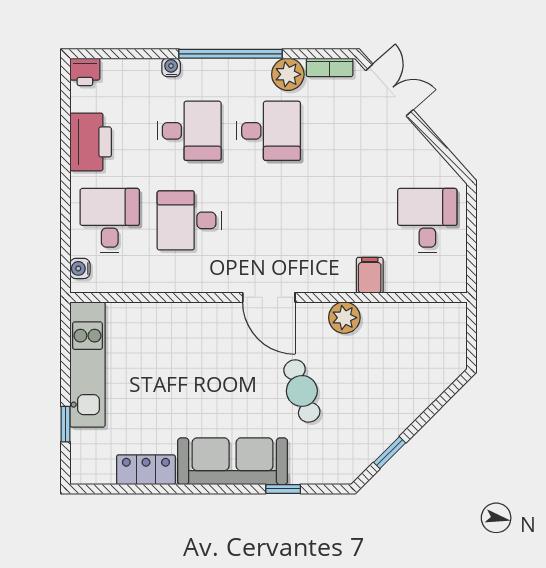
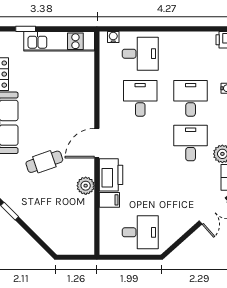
desk: (189, 131) -> (191, 98), turned 180
desk: (269, 131) -> (191, 143), turned 180
printer: (91, 142) -> (111, 175), moved, turned -90

